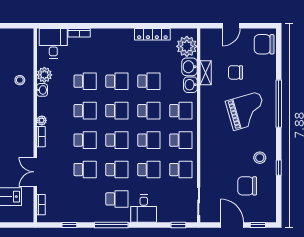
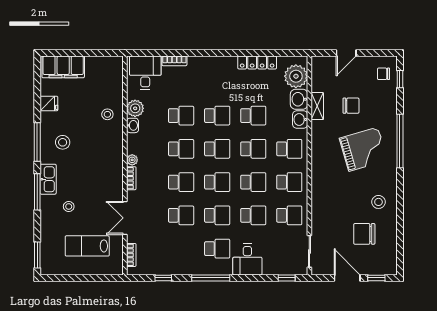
chair: (264, 44) -> (383, 74), width x0.54, depth x0.54
chair: (235, 72) -> (351, 106), turned 180
window: (279, 168) -> (400, 79), moved

